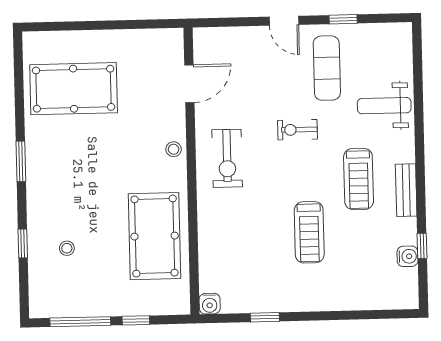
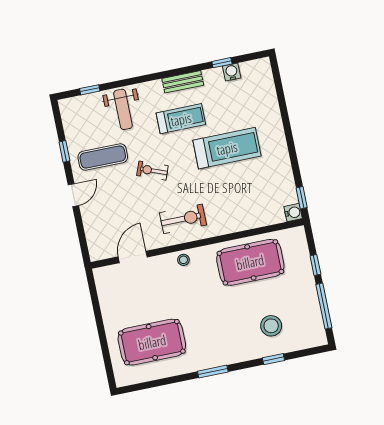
window: (418, 67) -> (90, 90), added
door: (189, 84) -> (133, 257), hinge flipped
pool table: (74, 89) -> (152, 342), turned 90
exercise bike: (297, 130) -> (152, 171), turned 111
treadmill: (309, 232) -> (227, 148), width x1.37, depth x1.38
stool: (67, 248) -> (271, 326), width x1.89, depth x1.89
window: (265, 317) -> (302, 198), moved

